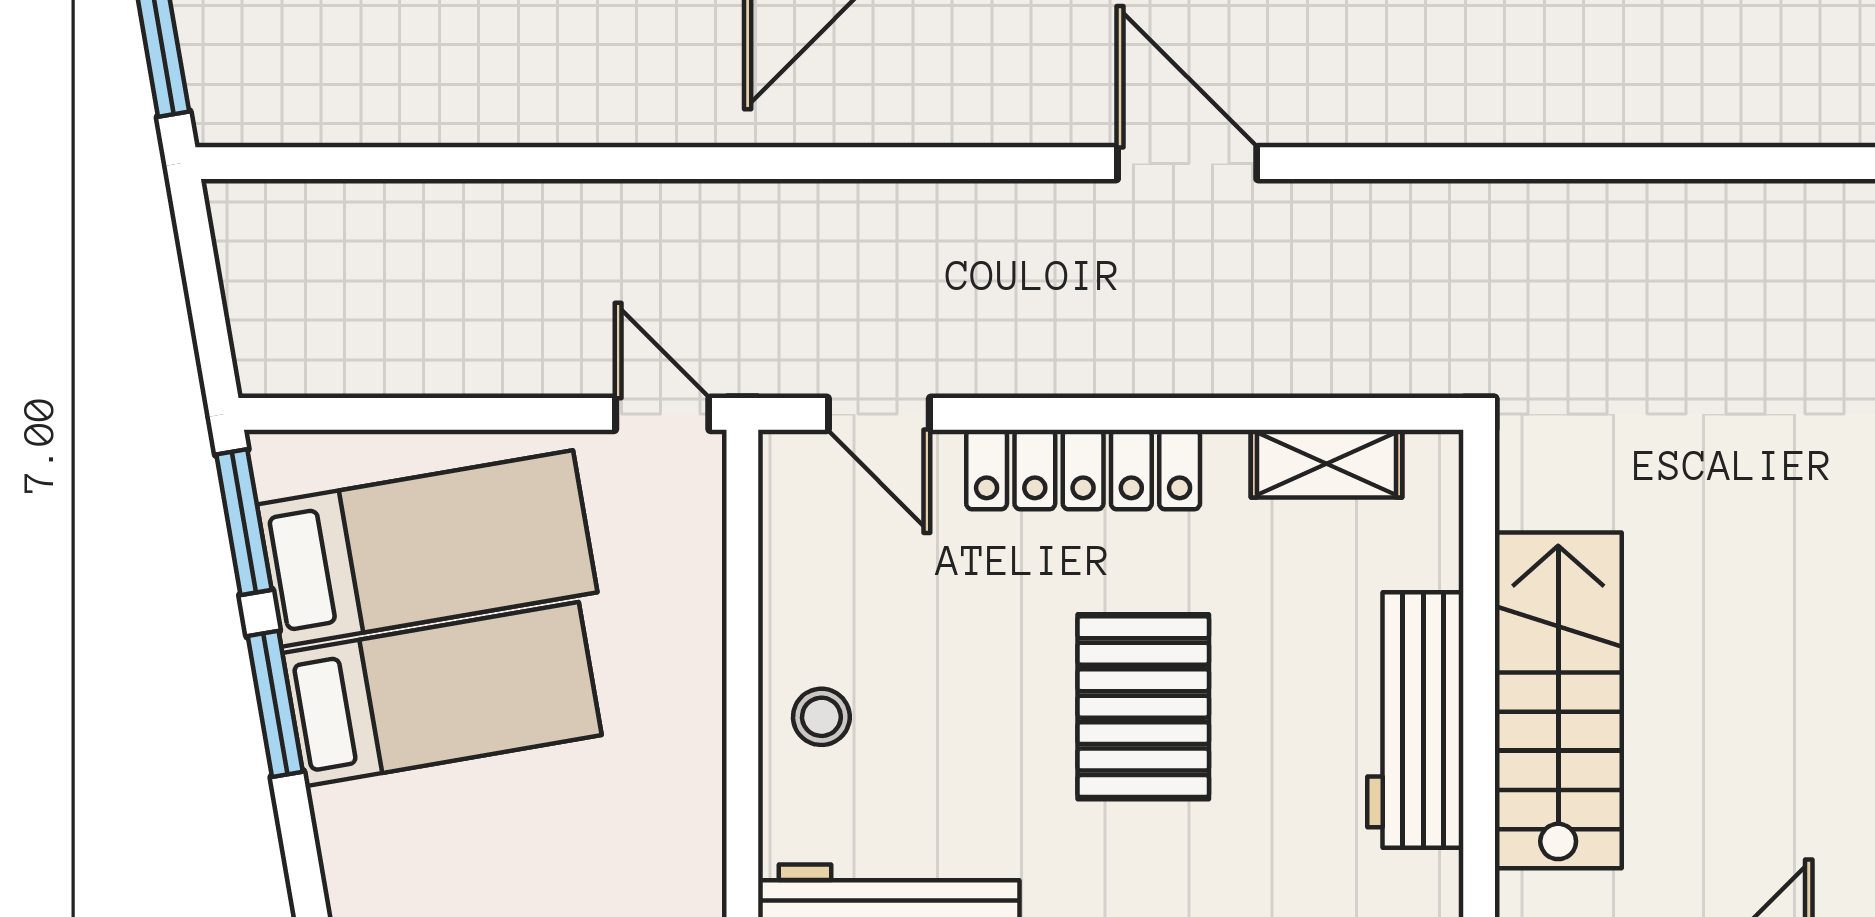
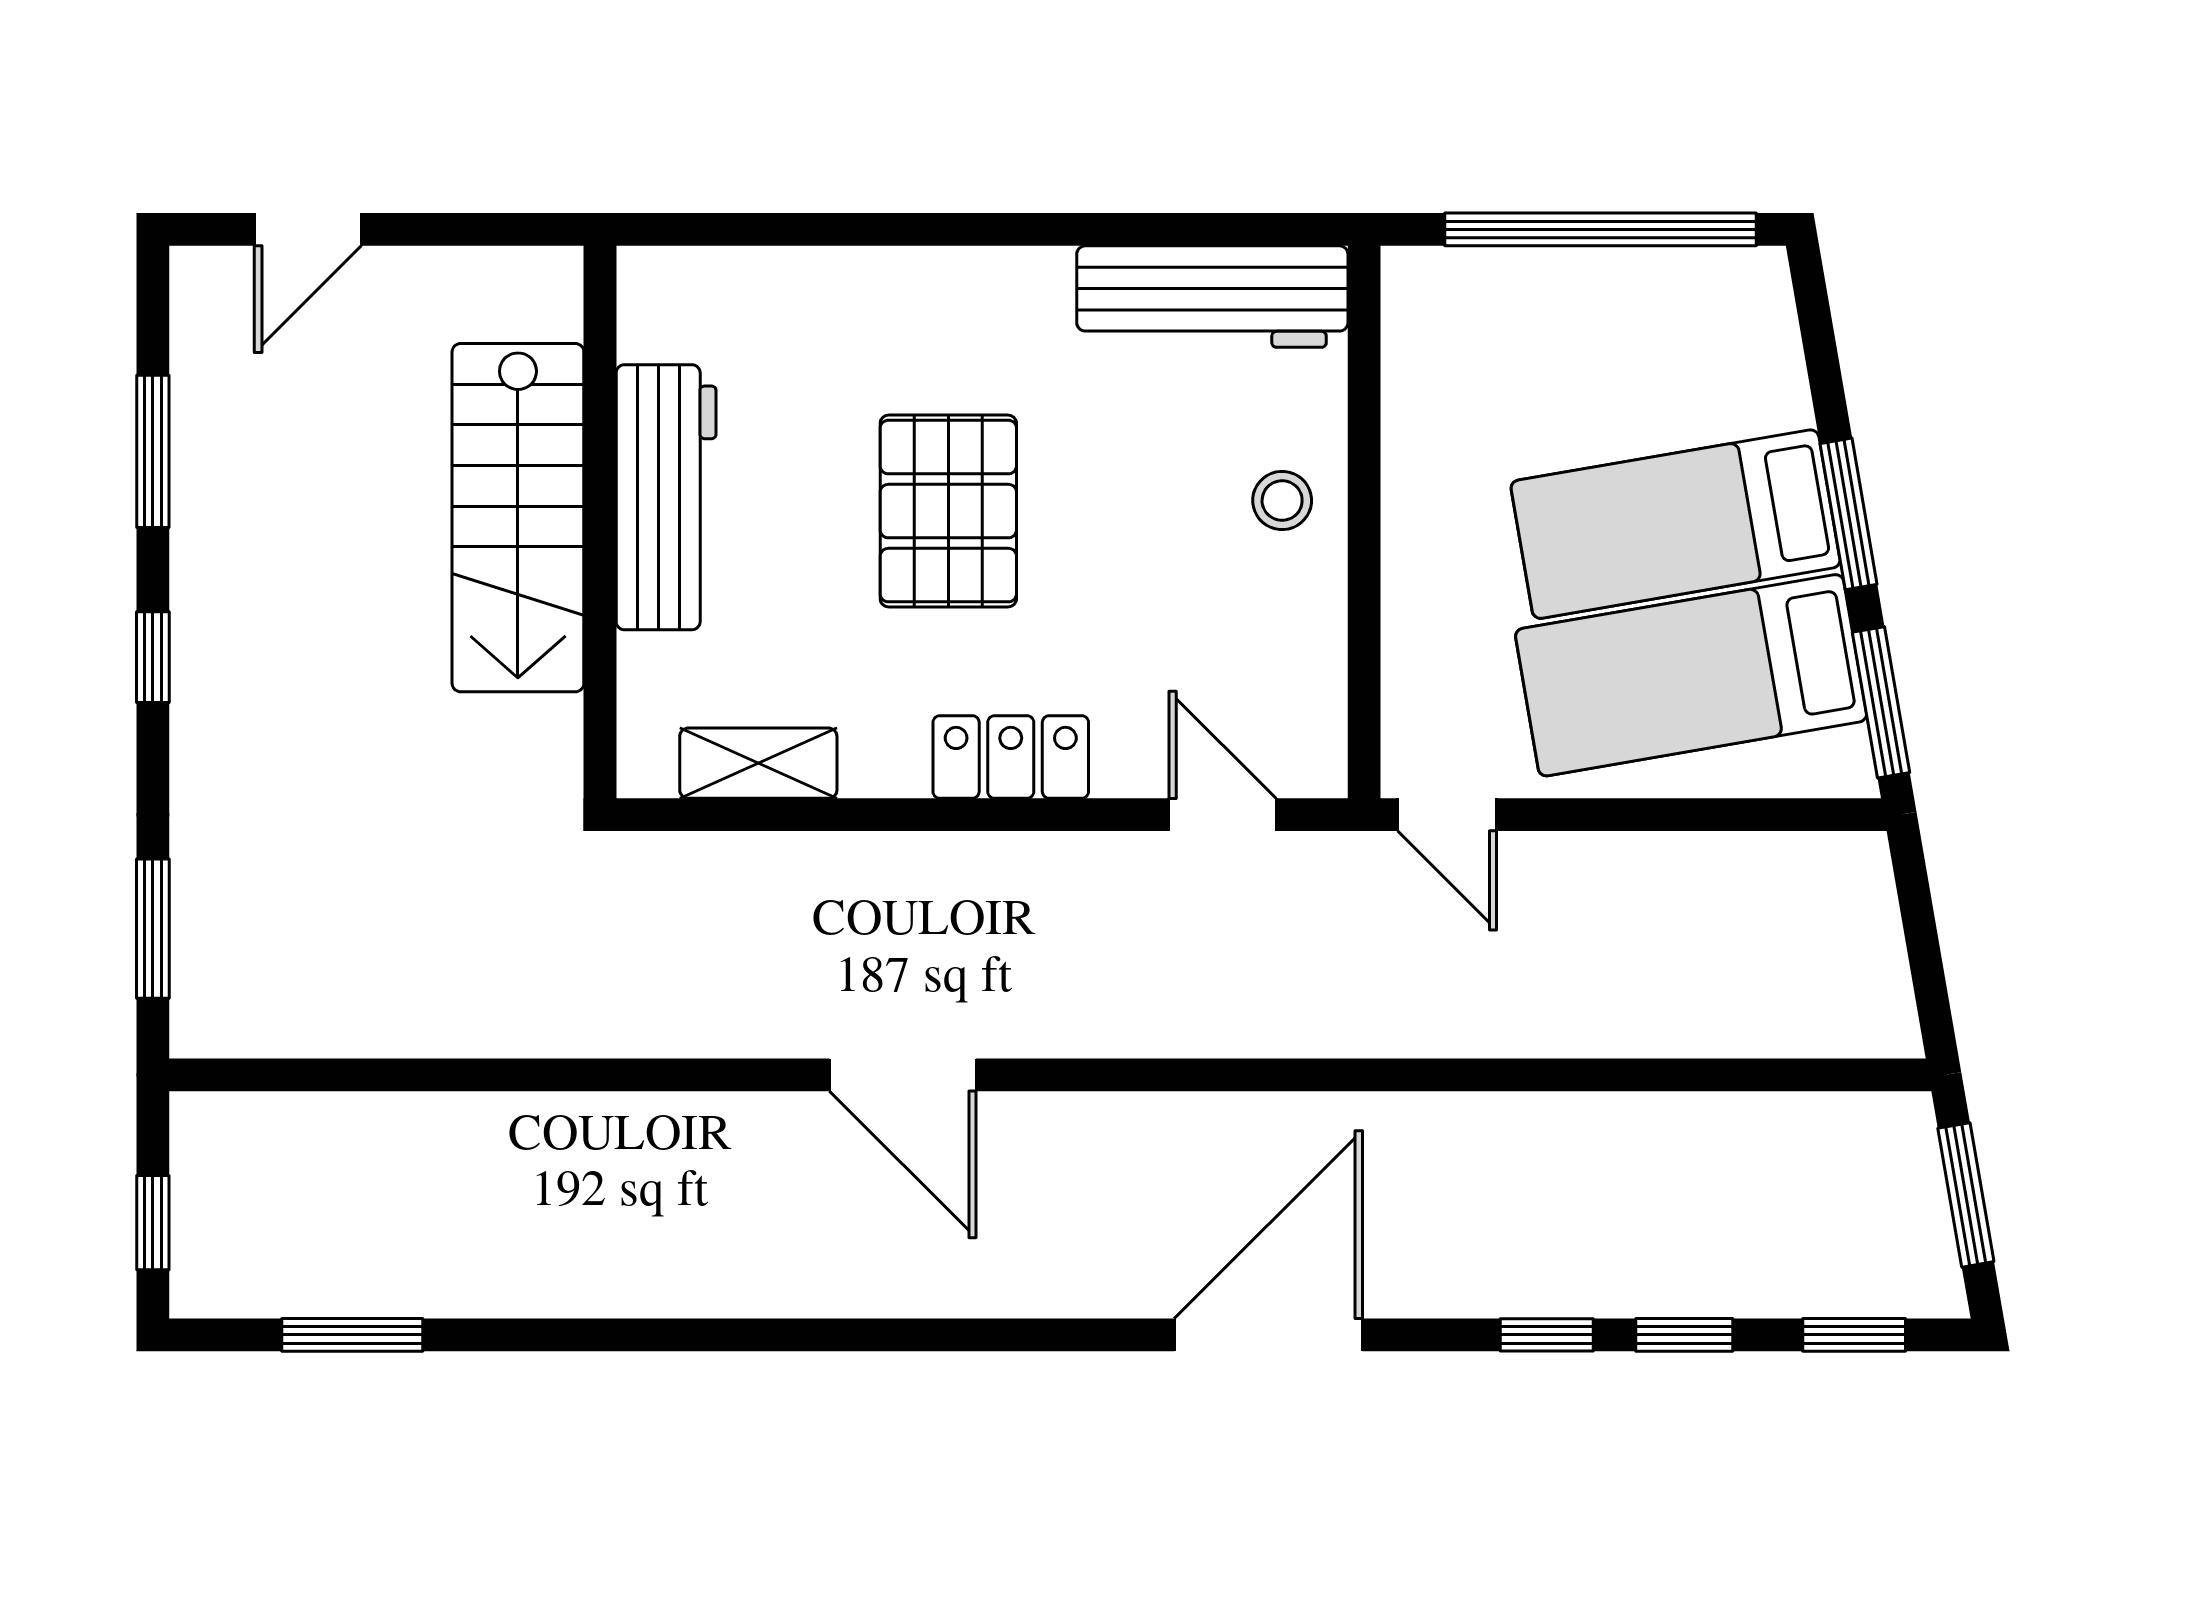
locker: (1083, 470) -> (1011, 757), width x0.66

